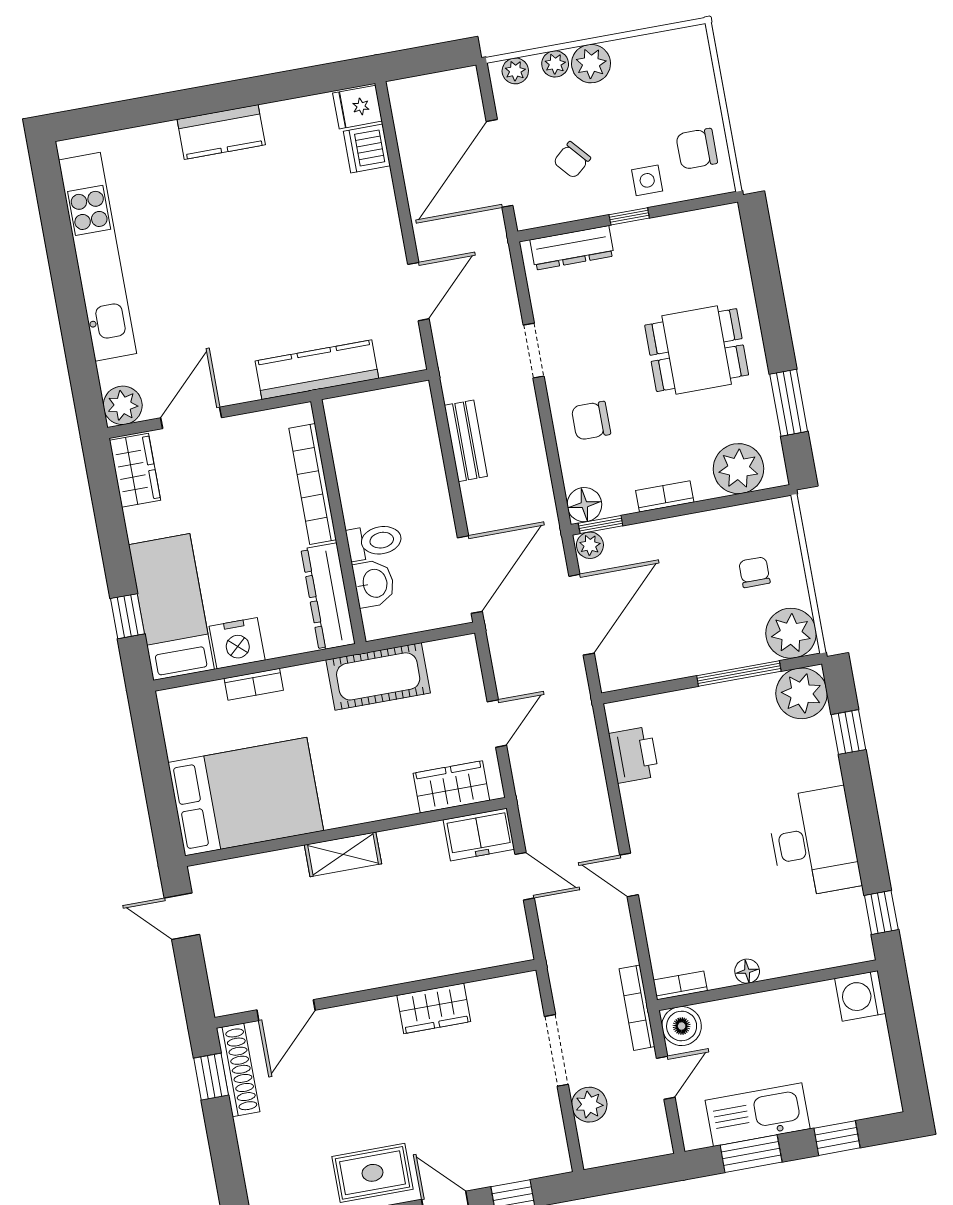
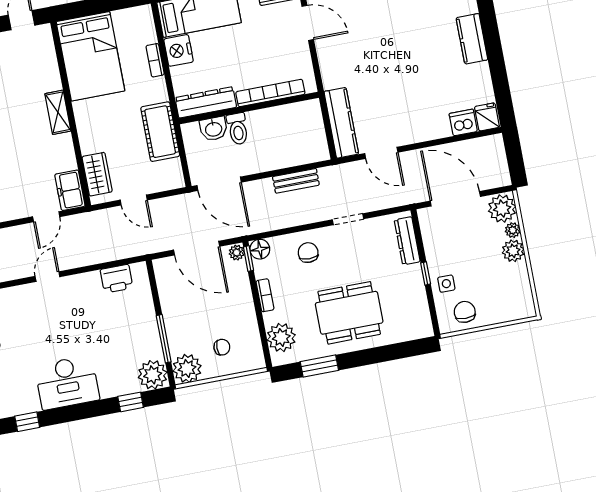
plant: (515, 71) -> (502, 209), width x1.87, depth x1.87
chair: (572, 160) -> (458, 240), removed
dining table: (697, 350) -> (349, 313), width x1.38
kitchen counter: (317, 370) -> (341, 123), moved

